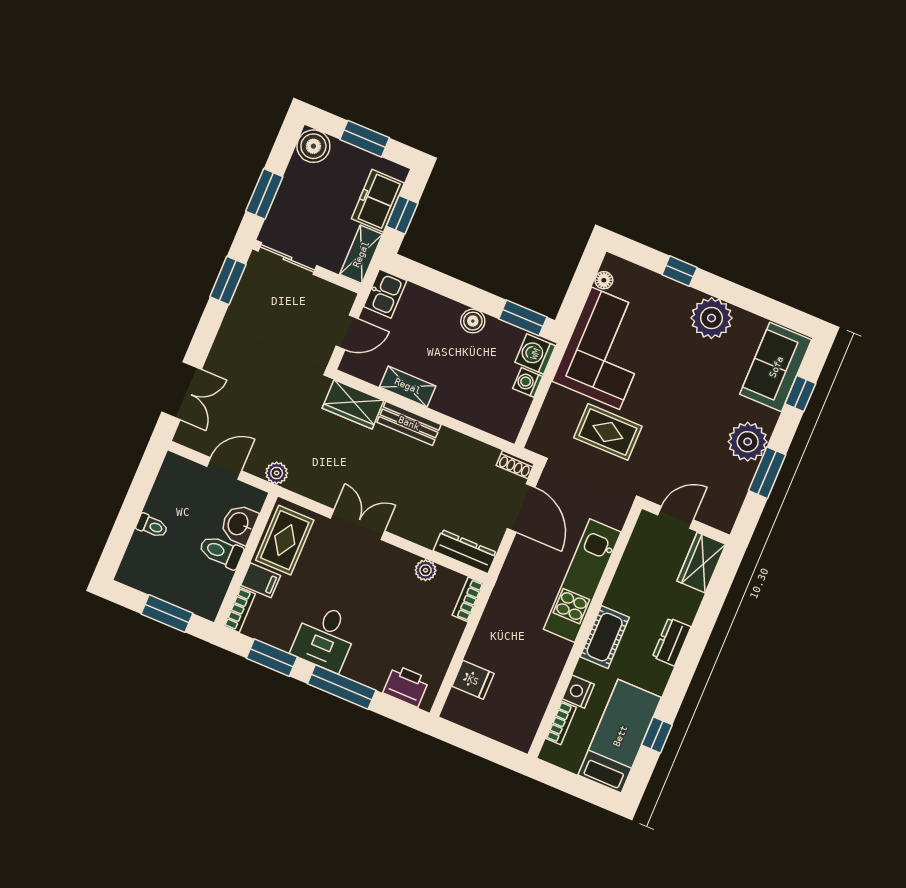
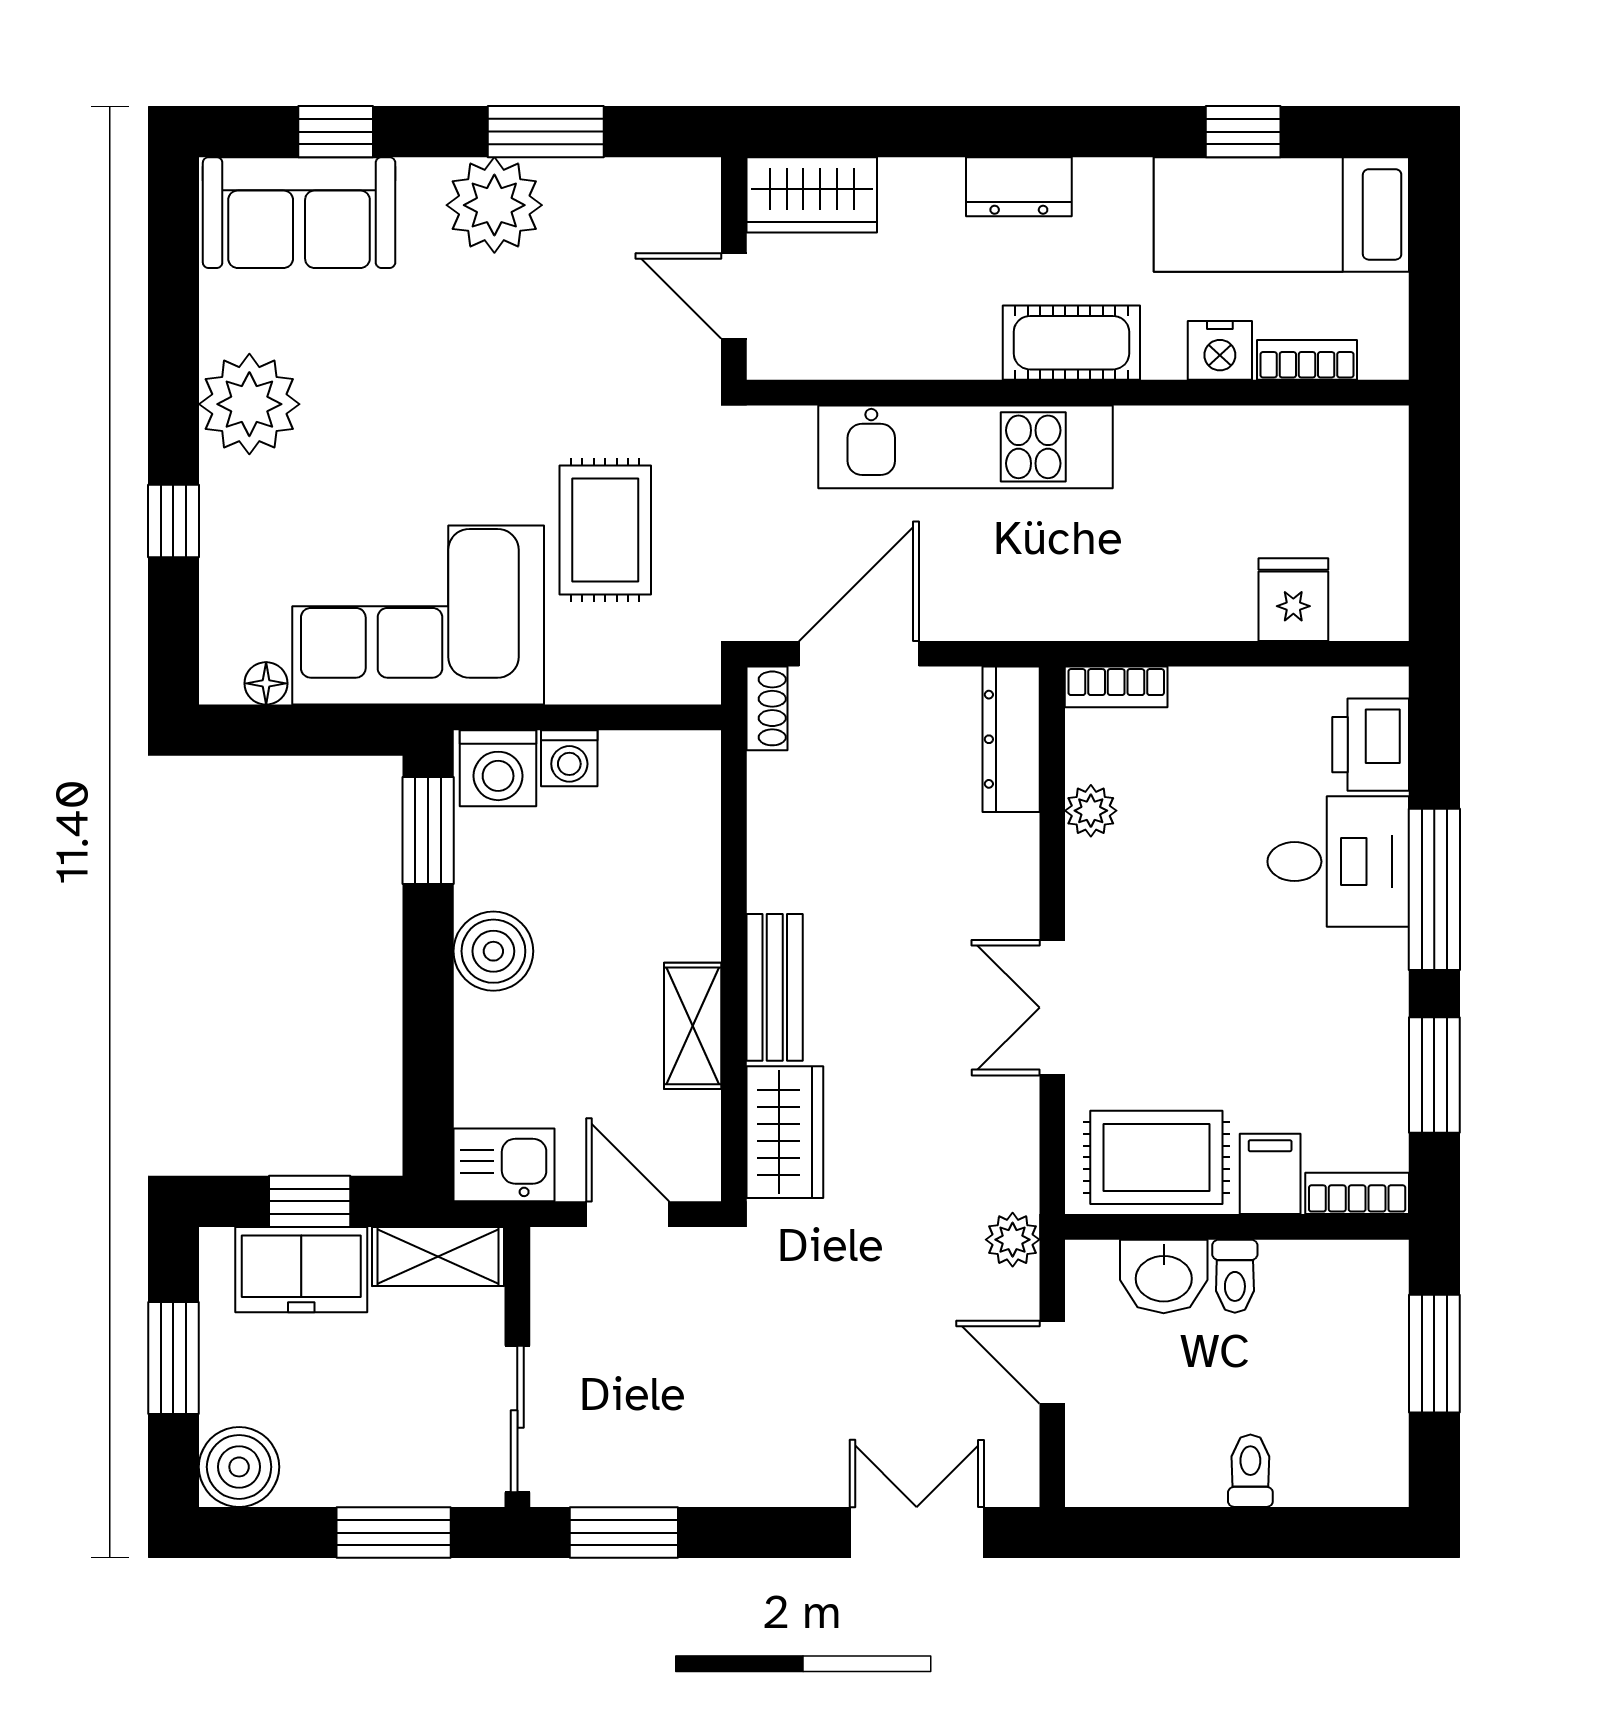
boiler: (473, 321) -> (493, 951), width x1.36, depth x1.36
toilet: (221, 552) -> (1235, 1276), width x0.73, depth x0.72
desk: (325, 637) -> (1338, 862), moved

